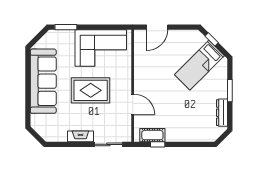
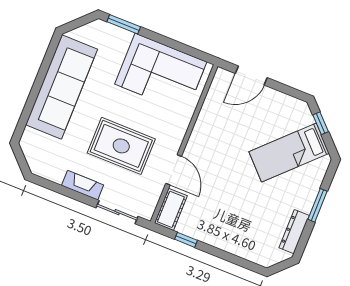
rug: (91, 90) -> (121, 146), moved
cot: (152, 135) -> (171, 209), moved, turned 90

